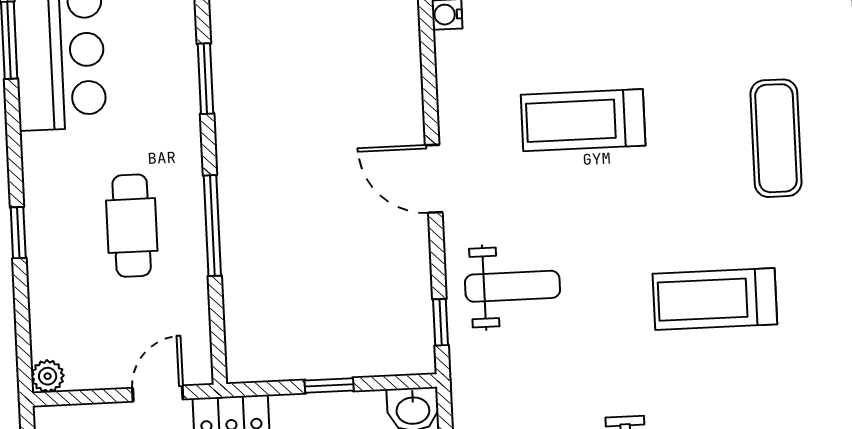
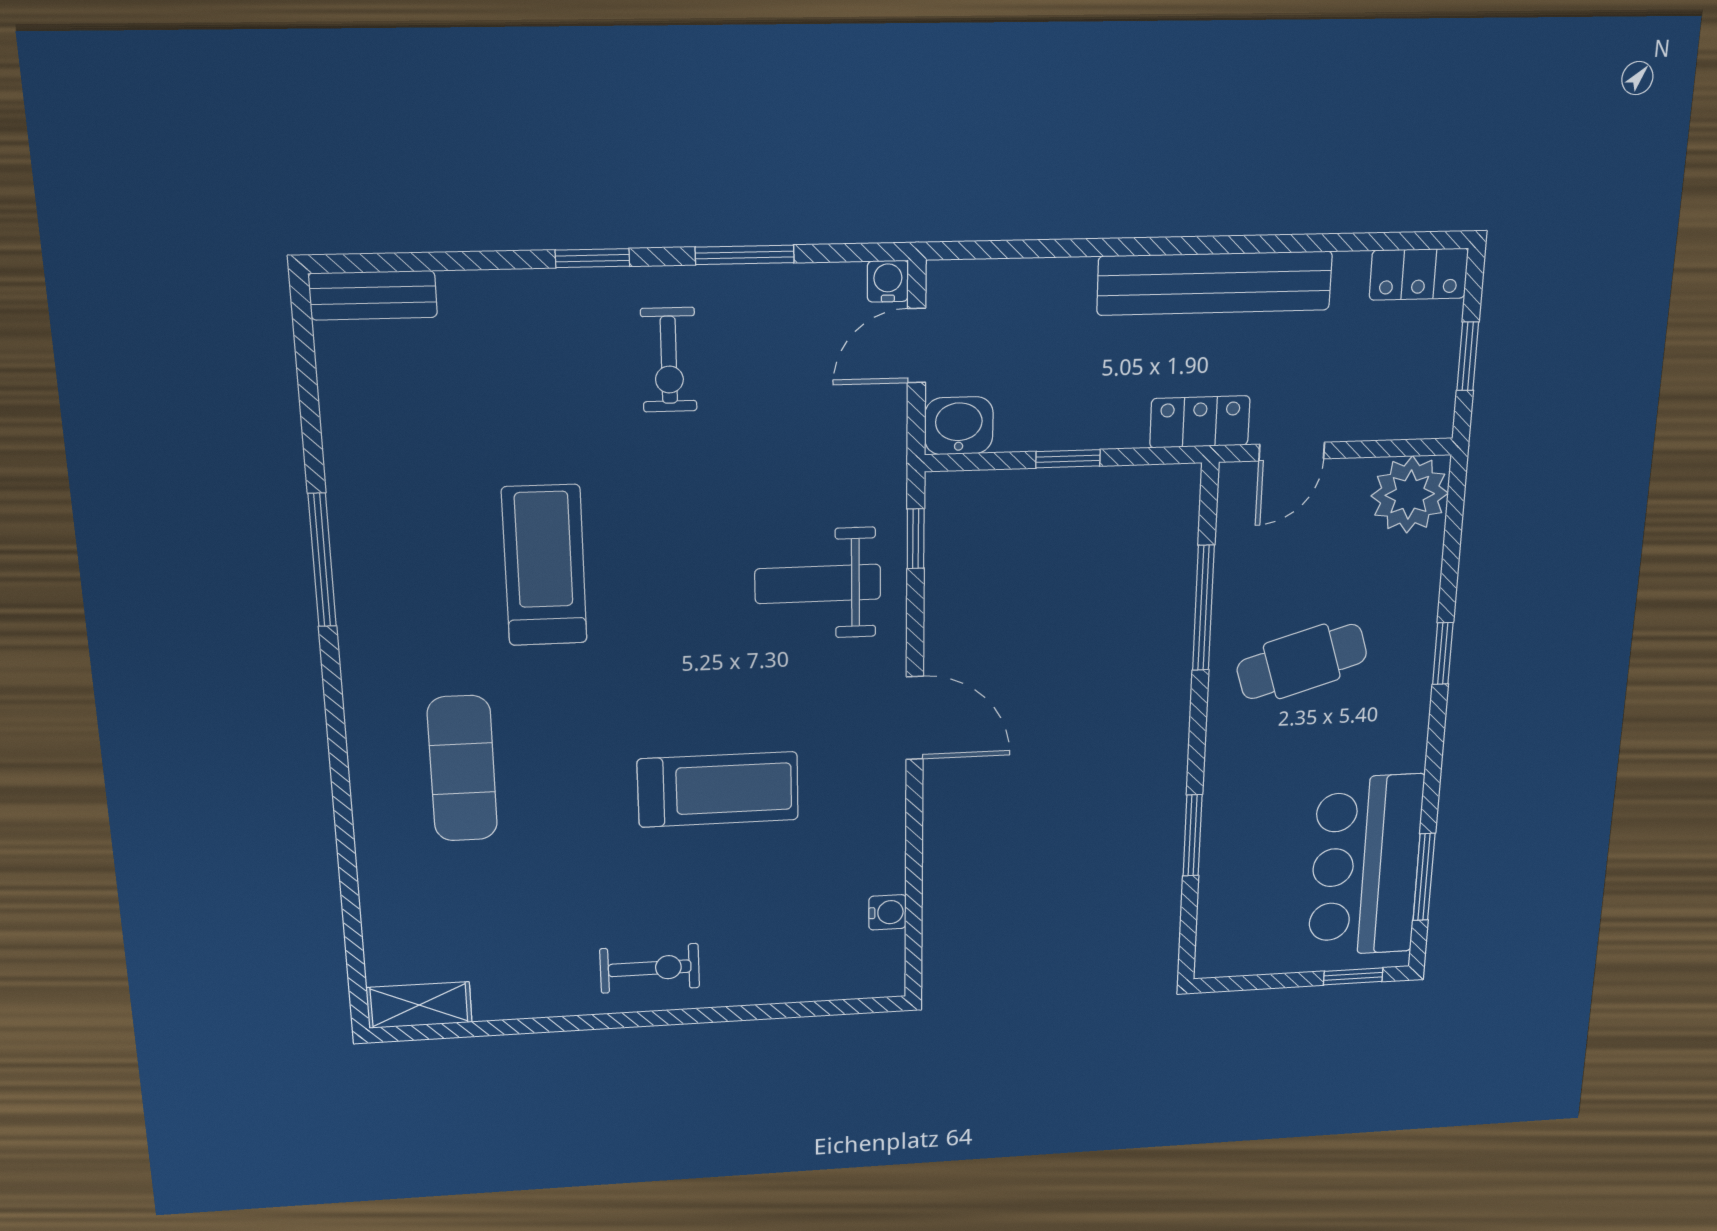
cafe table: (132, 226) -> (1302, 662), turned 73
window: (212, 226) -> (1203, 608), moved
treadmill: (715, 299) -> (544, 565), turned -90
plant: (48, 376) -> (1410, 495), width x1.87, depth x1.87

